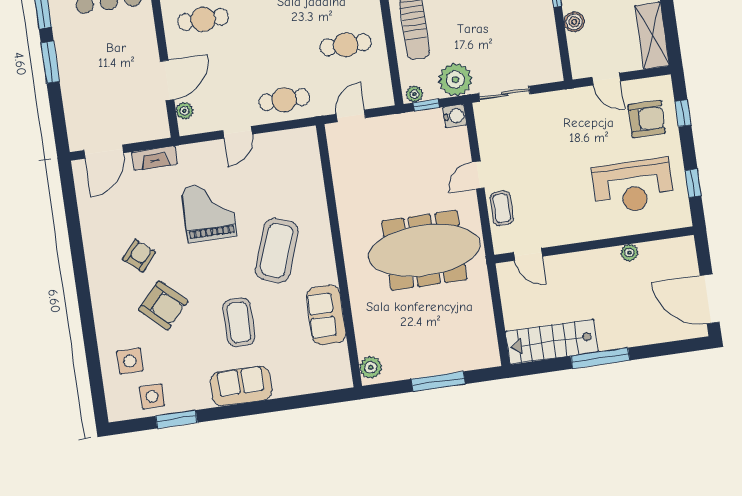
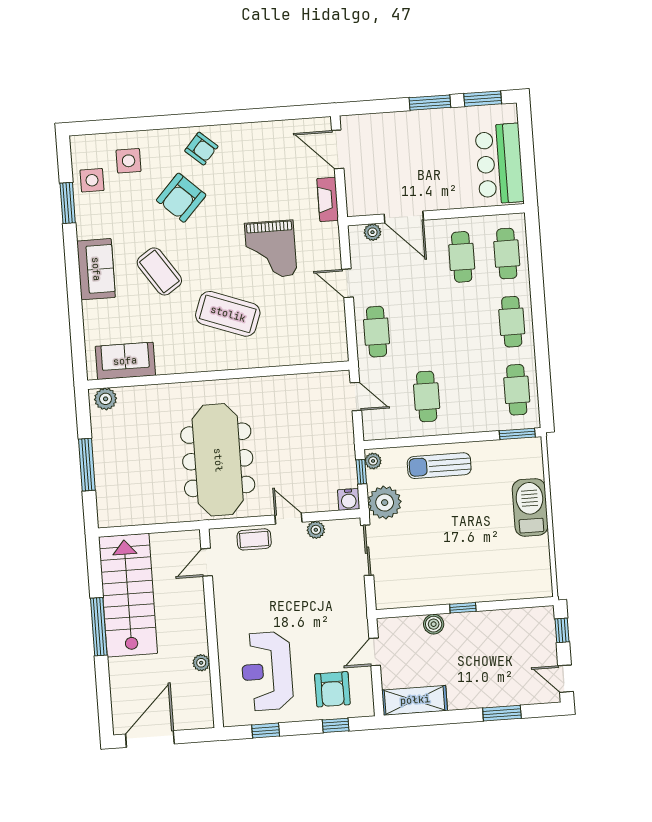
plant: (488, 147) -> (316, 530), added
grand piano: (209, 212) -> (271, 249), turned 90
armchair: (139, 256) -> (201, 149), moved
sofa: (326, 315) -> (125, 361), moved
coffee table: (239, 322) -> (159, 271), turned 56
stairs: (552, 342) -> (128, 595), width x1.36, depth x1.51

